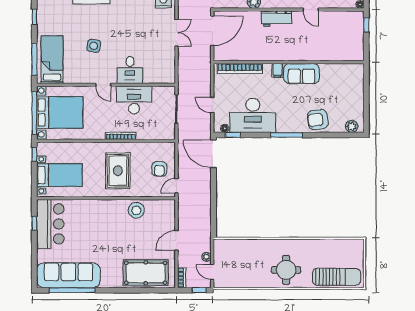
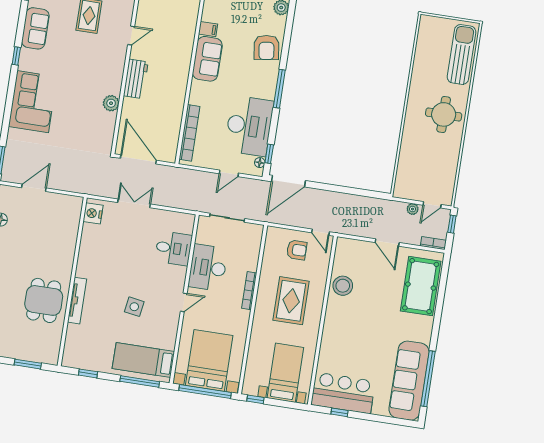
desk: (130, 70) -> (173, 248), moved
filing cabinet: (277, 70) -> (208, 29), moved
rug: (118, 171) -> (291, 301), turned 90

